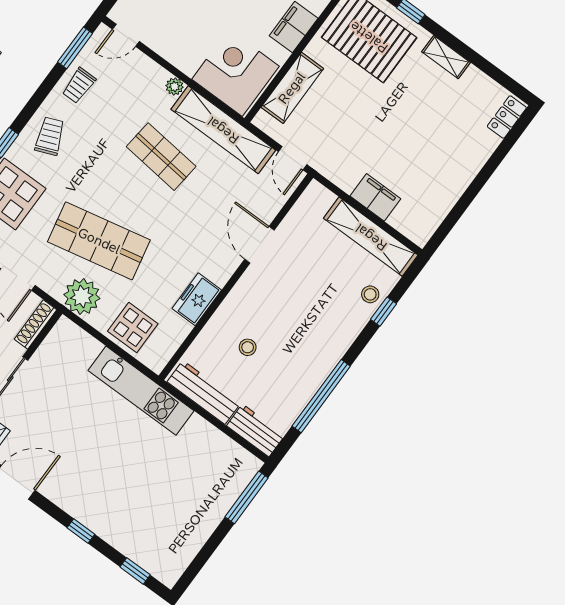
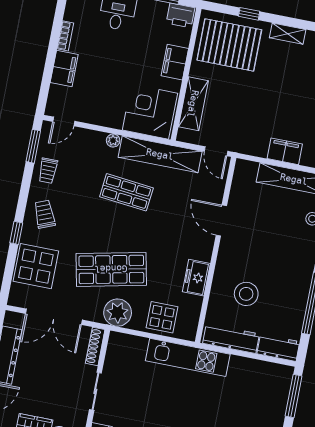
stool: (248, 347) -> (246, 294), width x1.89, depth x1.89

